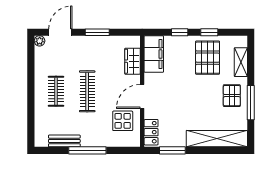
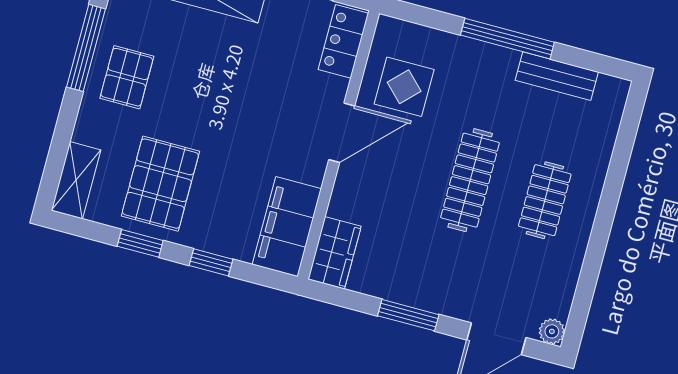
wardrobe: (132, 61) -> (334, 253), moved
shelving: (241, 62) -> (76, 180), moved

